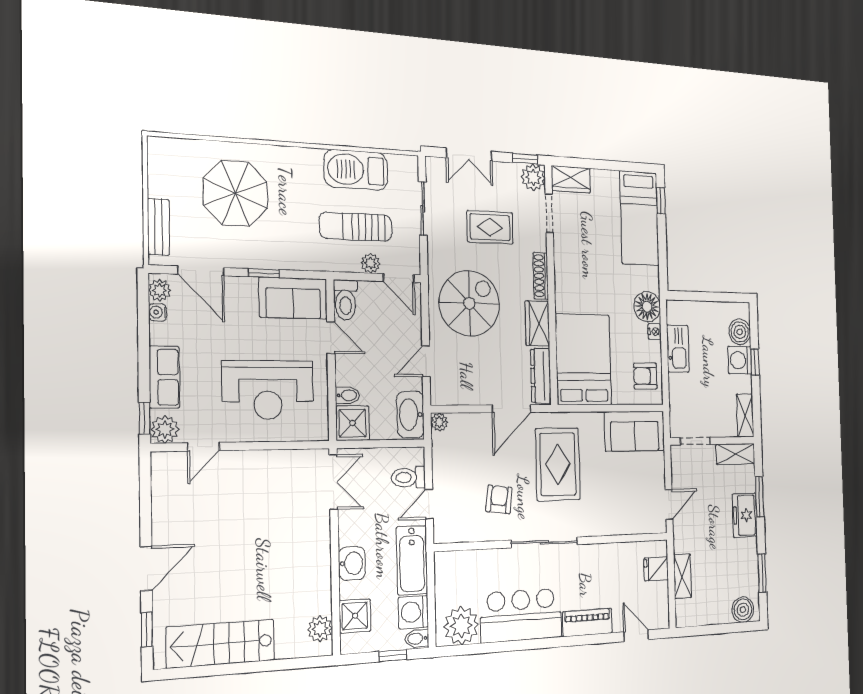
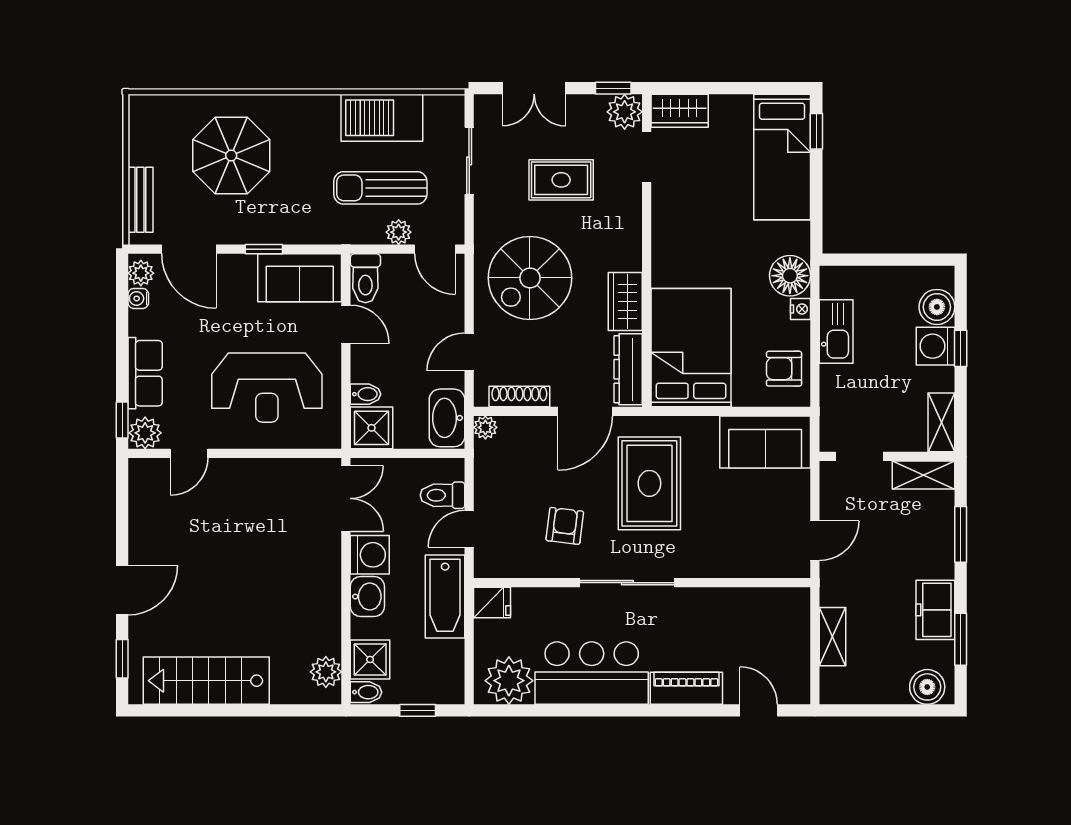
shoe rack: (541, 276) -> (519, 397), moved, turned 90
spiral stairs: (469, 303) -> (530, 278), turned 180
freezer: (745, 515) -> (935, 610), moved
fridge: (656, 569) -> (492, 603), moved, turned 180
washing machine: (413, 612) -> (370, 555), moved, turned 180
bidet: (417, 639) -> (366, 692), moved, turned 180

